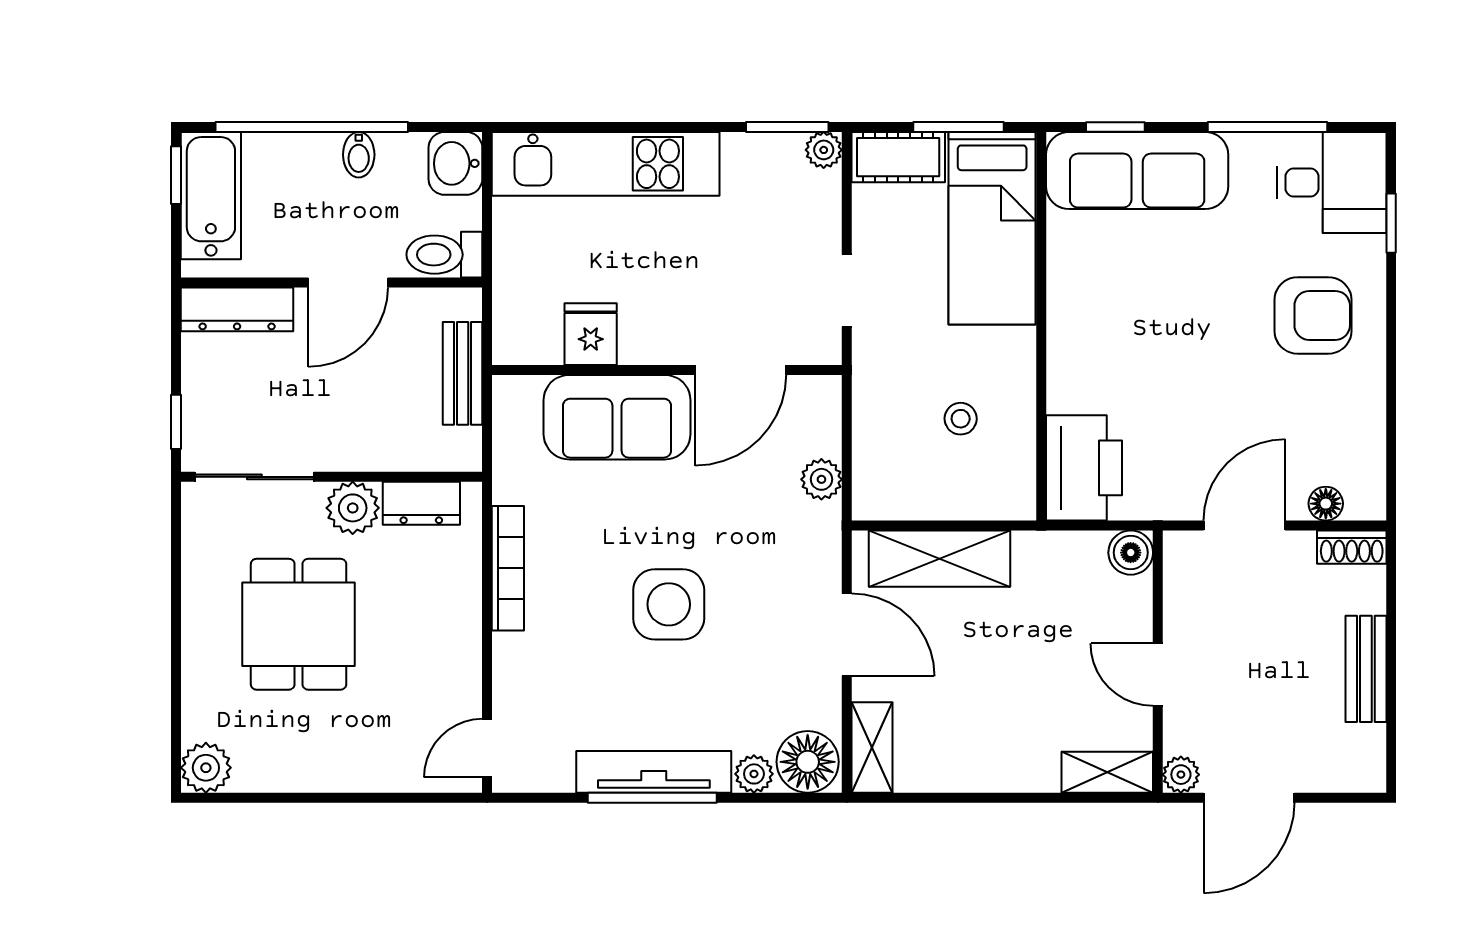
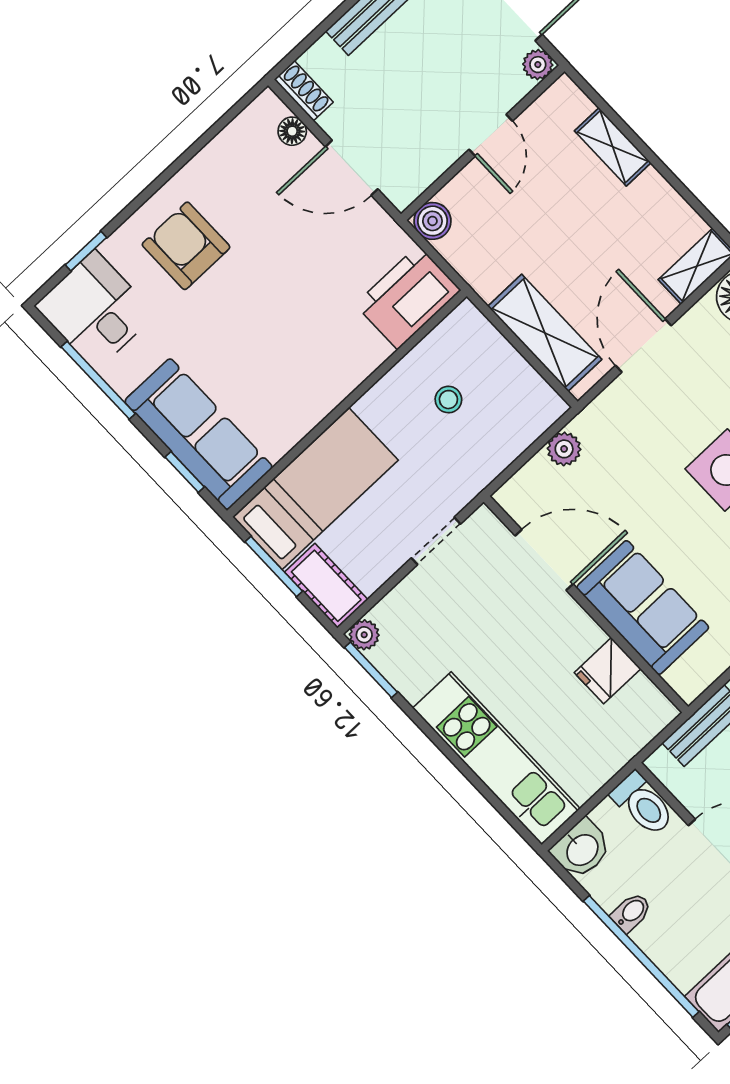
shelving: (1107, 772) -> (613, 147), moved

